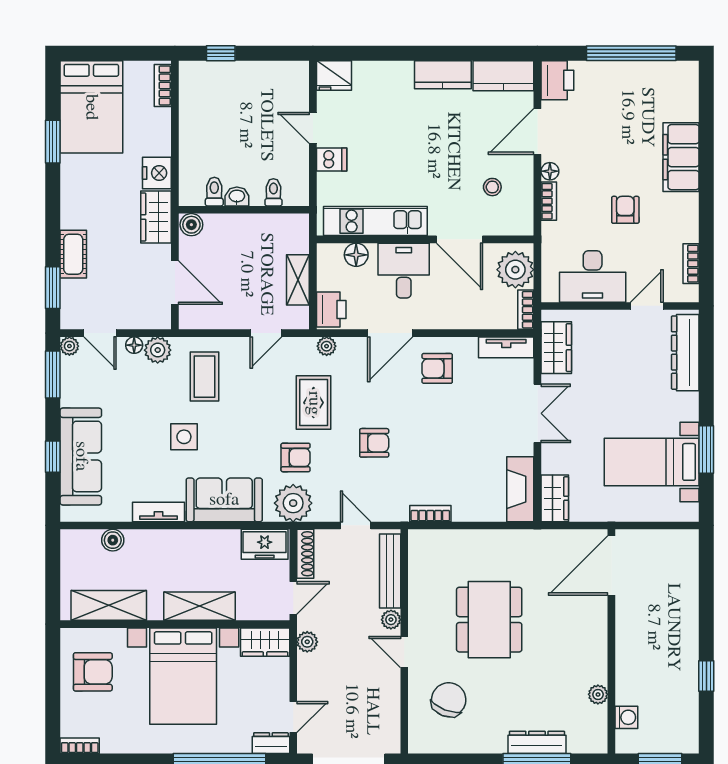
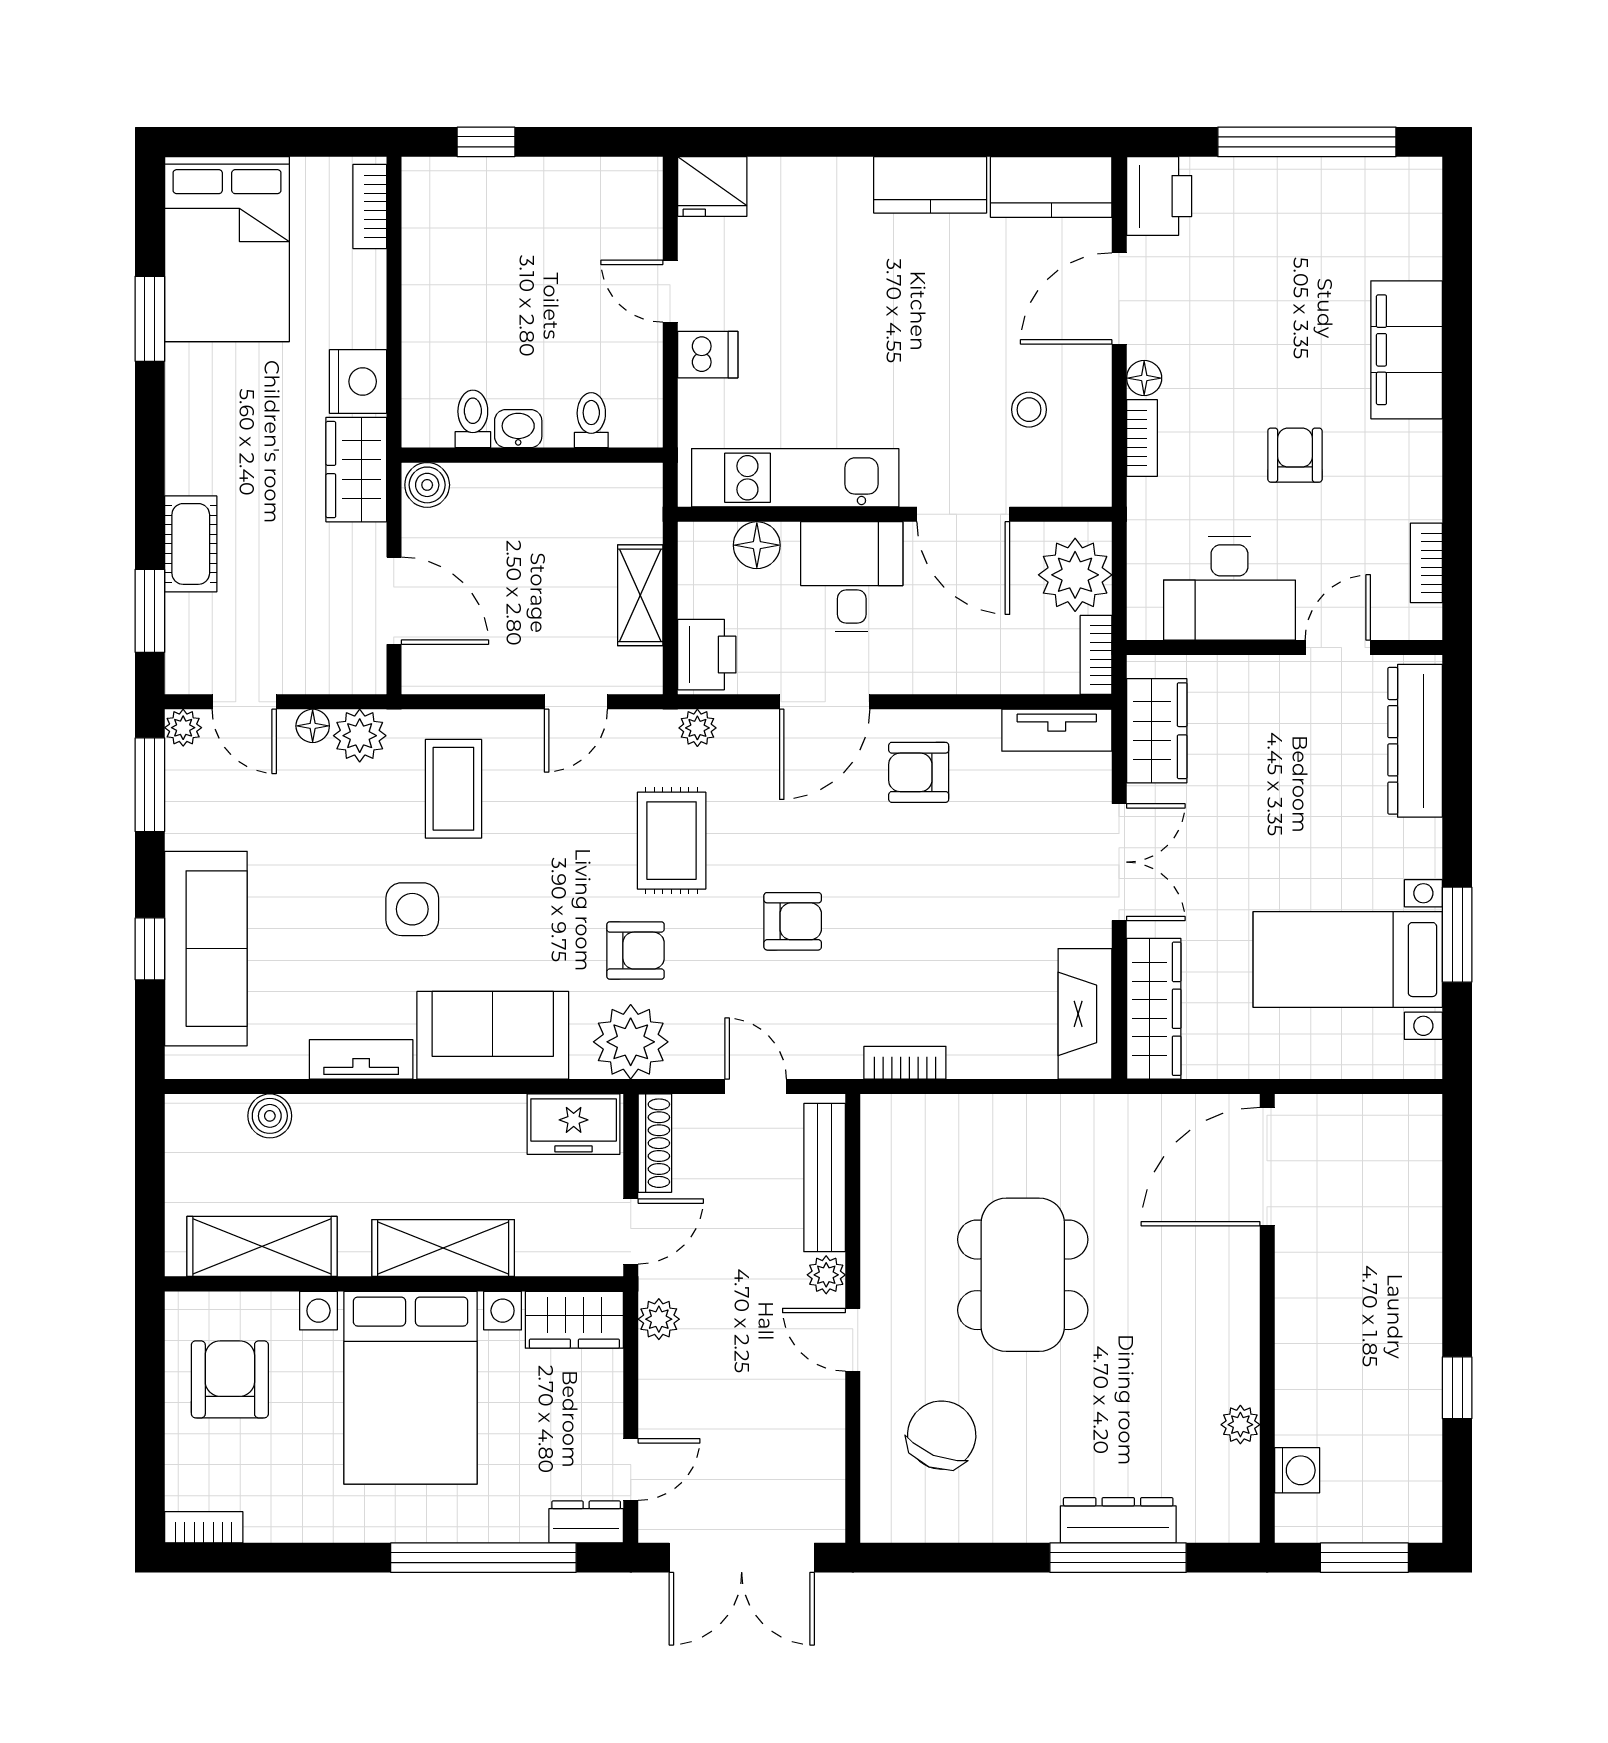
wardrobe: (555, 498) -> (1154, 1009), width x1.50
armchair: (93, 672) -> (230, 1379), turned -90

